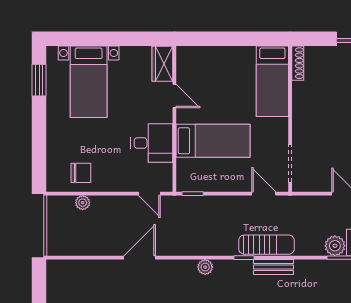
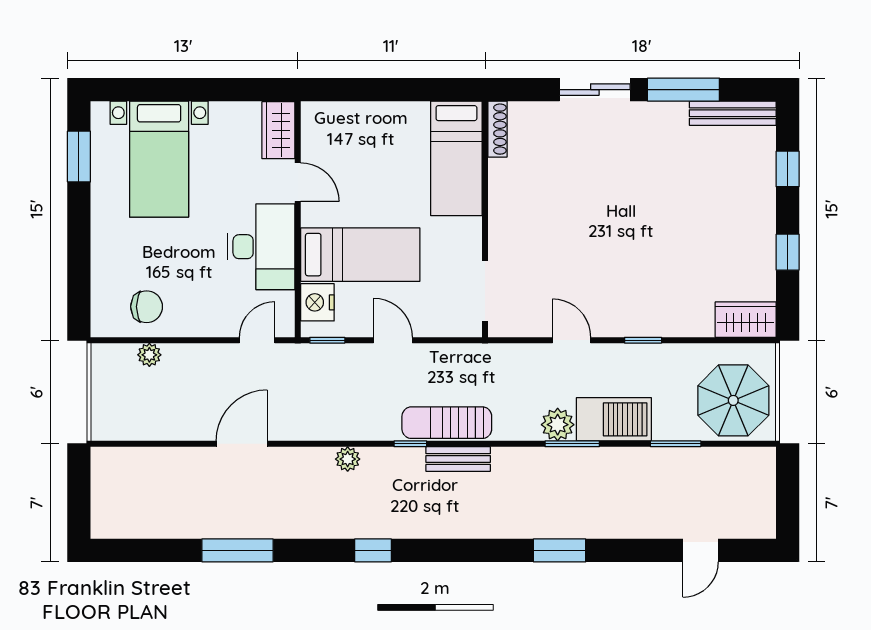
desk: (152, 143) -> (261, 247), width x1.37
nightstand: (187, 170) -> (317, 302), added
door: (149, 194) -> (257, 340), swing flipped
door: (264, 194) -> (393, 340), moved
sun lounger: (266, 245) -> (447, 423), turned 180

